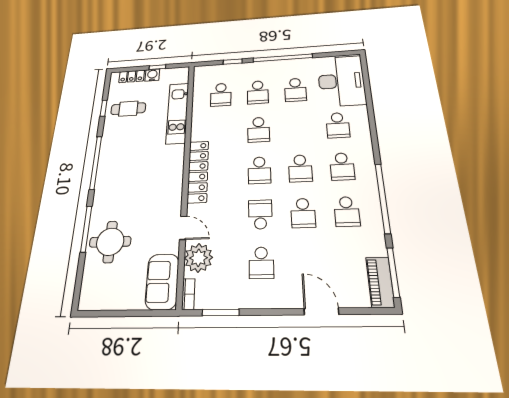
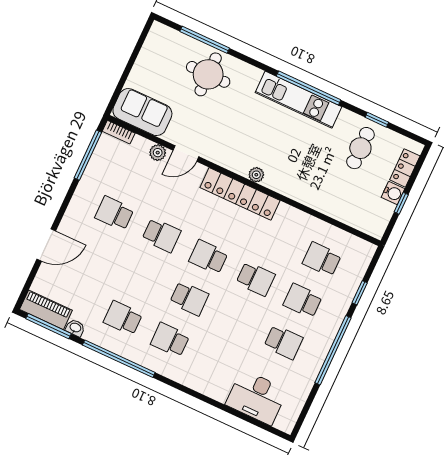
desk: (341, 81) -> (257, 397), width x0.73, depth x0.77
school desk: (295, 90) -> (283, 342), turned 180
kitchen unit: (177, 113) -> (298, 100), moved, turned 180
school desk: (338, 125) -> (217, 362), removed
school desk: (259, 130) -> (256, 279), turned 180
plant: (178, 167) -> (256, 175), added
school desk: (300, 168) -> (189, 298), turned 180
school desk: (303, 213) -> (142, 277), removed
window: (86, 229) -> (205, 40), moved
washbasin: (380, 247) -> (75, 328), added
plant: (198, 258) -> (158, 153), width x0.53, depth x0.53
window: (221, 312) -> (88, 155), width x1.44

